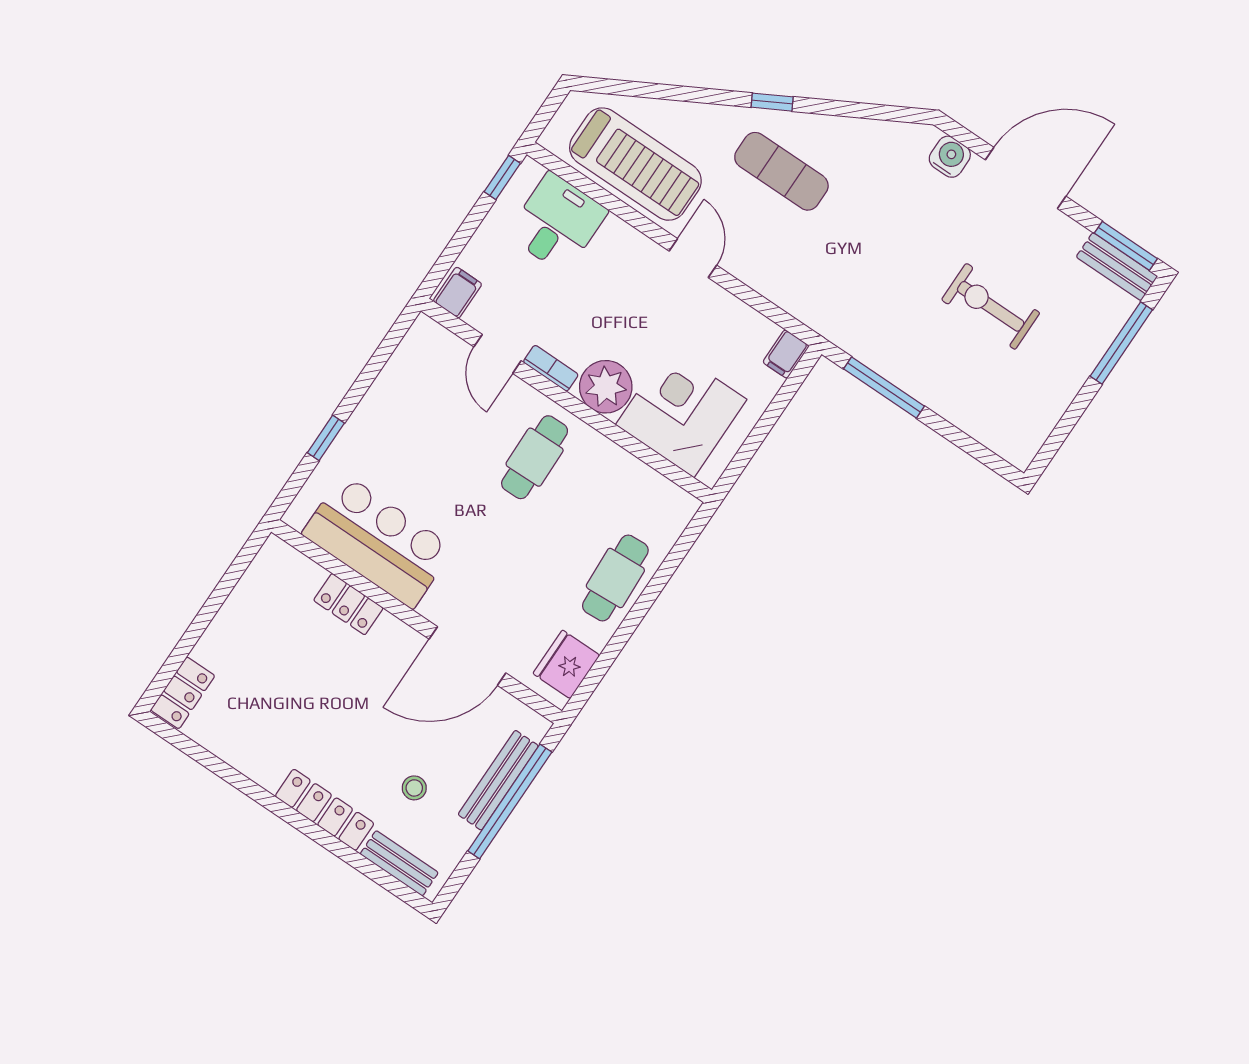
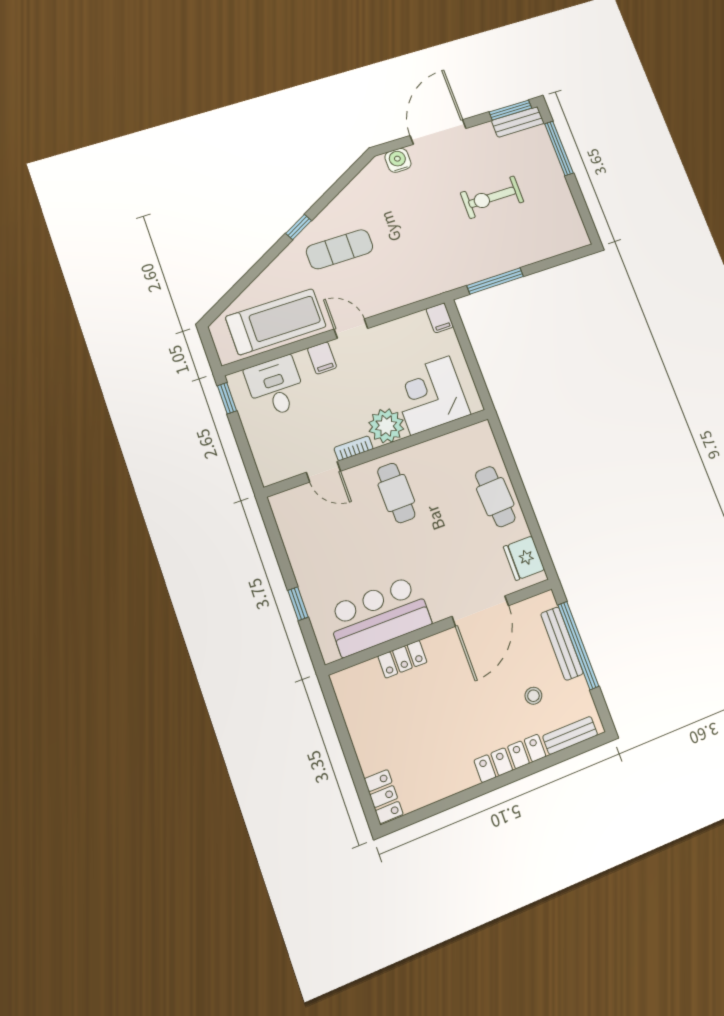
filing cabinet: (458, 293) -> (322, 358), moved, turned 180

